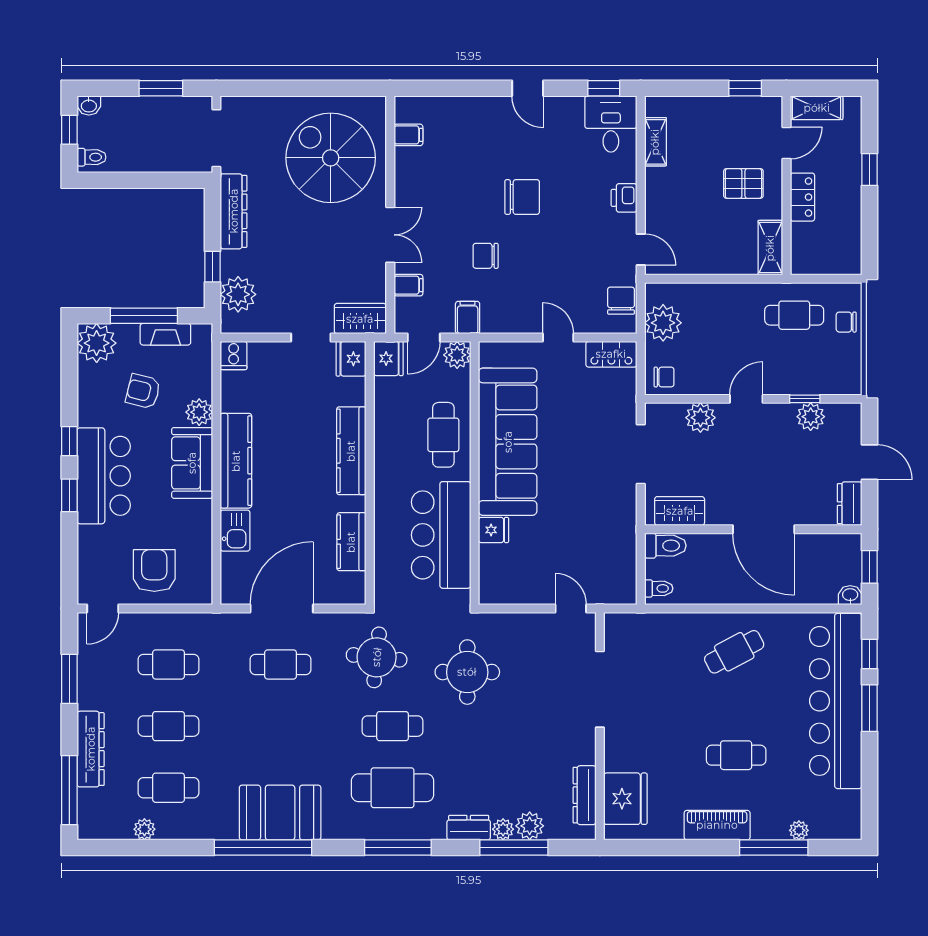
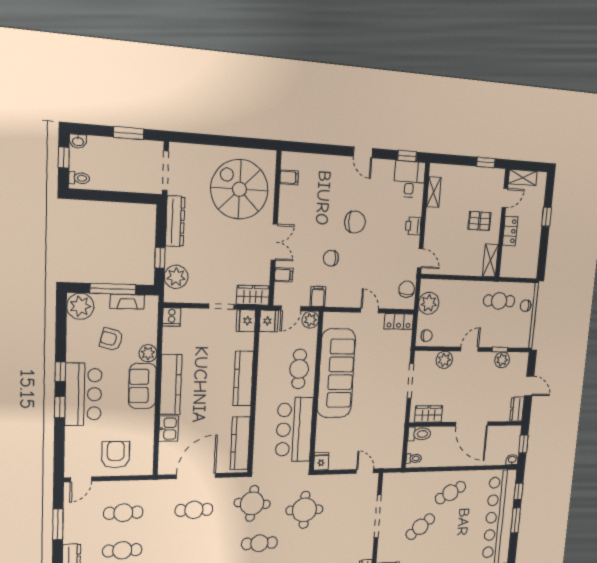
fridge: (493, 530) -> (321, 461), moved, turned -90
kitchen counter: (351, 542) -> (240, 443), width x1.50
cafe table: (736, 755) -> (420, 527), moved, turned -39

